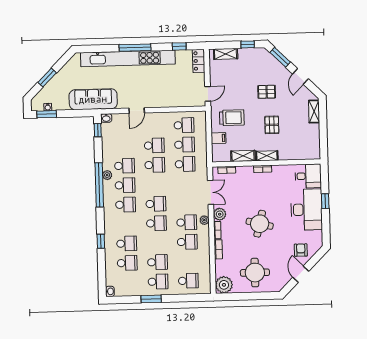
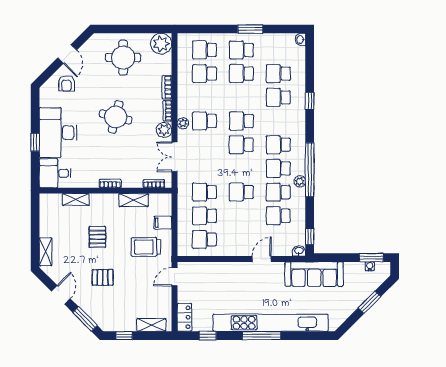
school desk: (154, 145) -> (278, 216), moved
shelving: (267, 156) -> (76, 199), moved
school desk: (187, 242) -> (204, 74), moved

